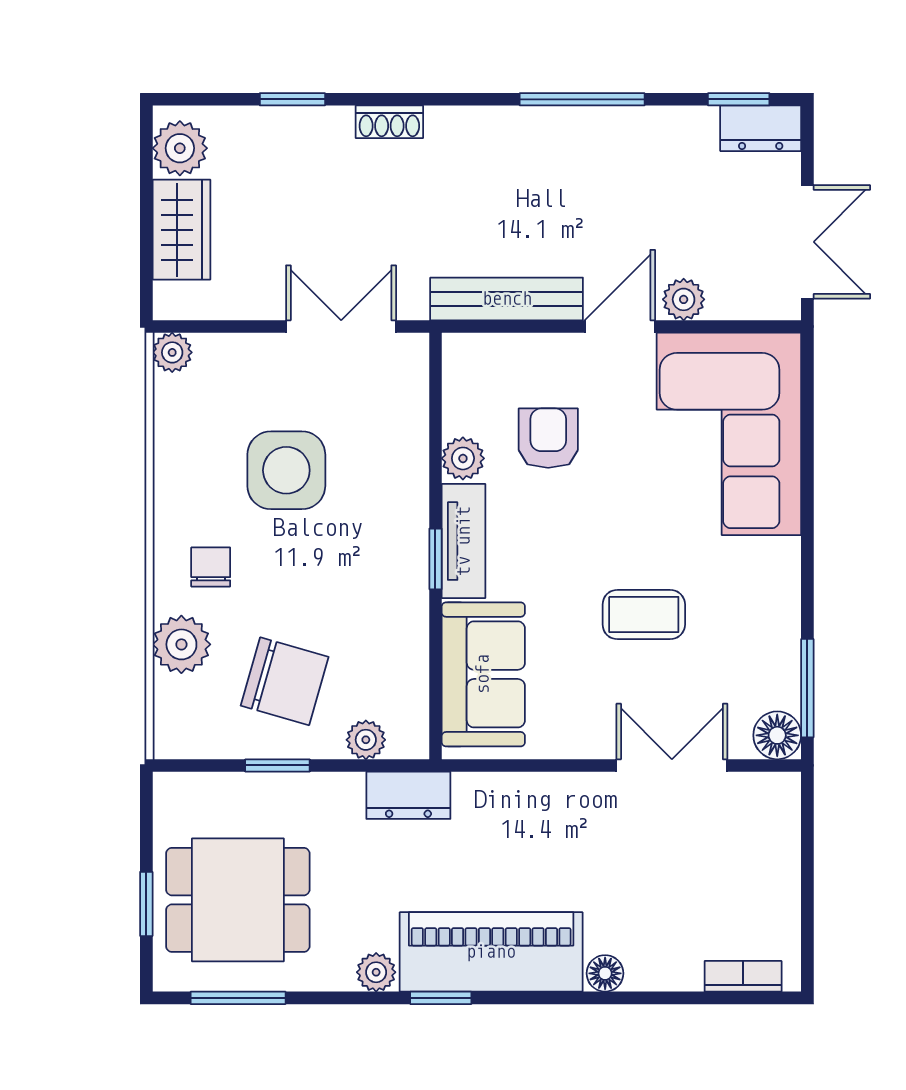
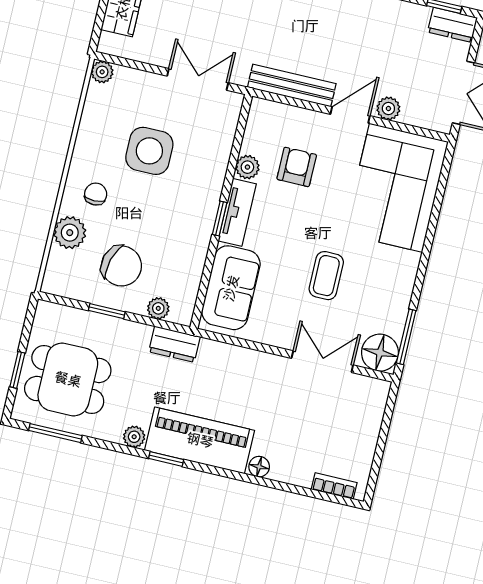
coffee table: (644, 614) -> (326, 276), turned 90
floor lamp: (777, 735) -> (380, 353), width x1.38, depth x1.38

